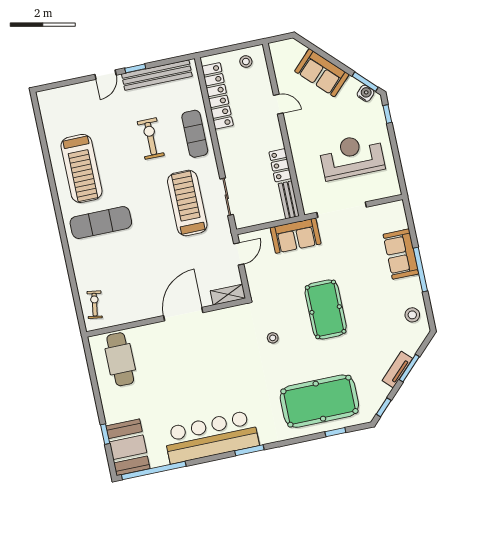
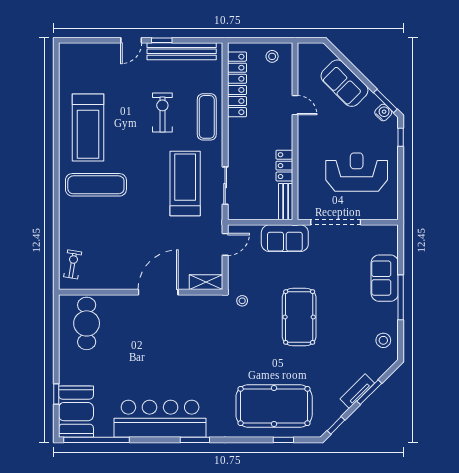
stool: (273, 338) -> (242, 301), moved

